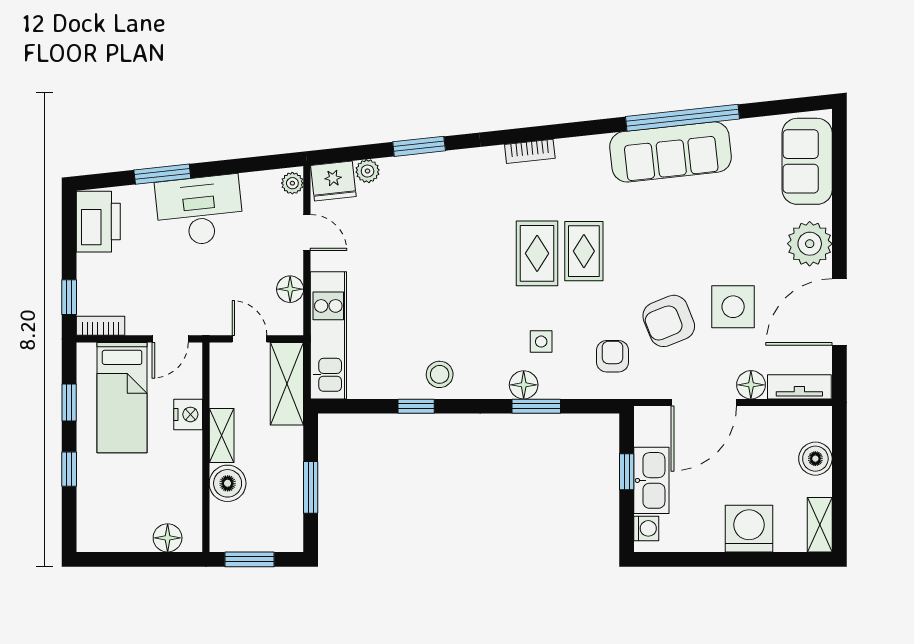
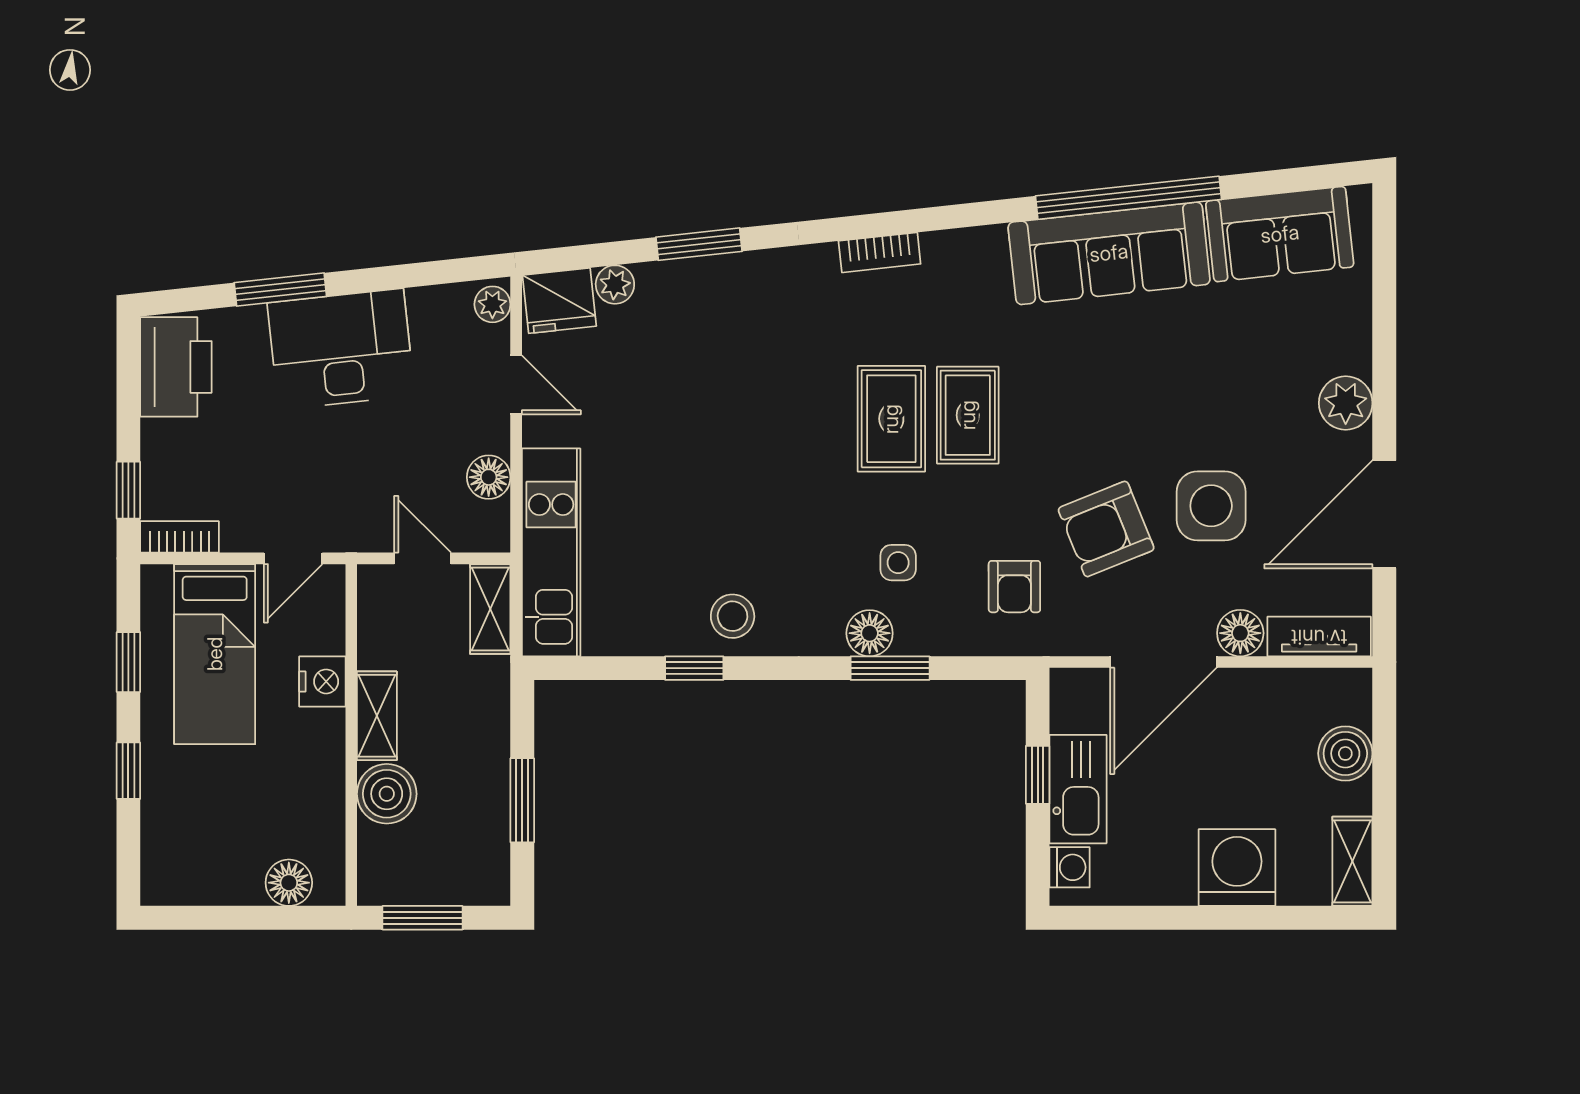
sofa: (807, 161) -> (1280, 234), moved, turned -96
plant: (810, 244) -> (1346, 403), width x0.73, depth x0.73
armchair: (613, 356) -> (1014, 587), turned 180
shelving: (287, 384) -> (490, 609), width x0.67, depth x0.75

